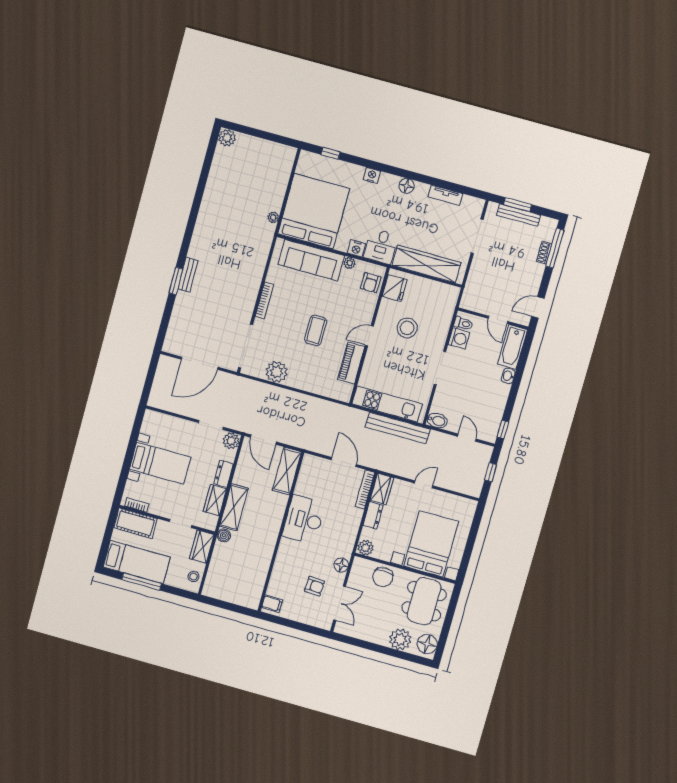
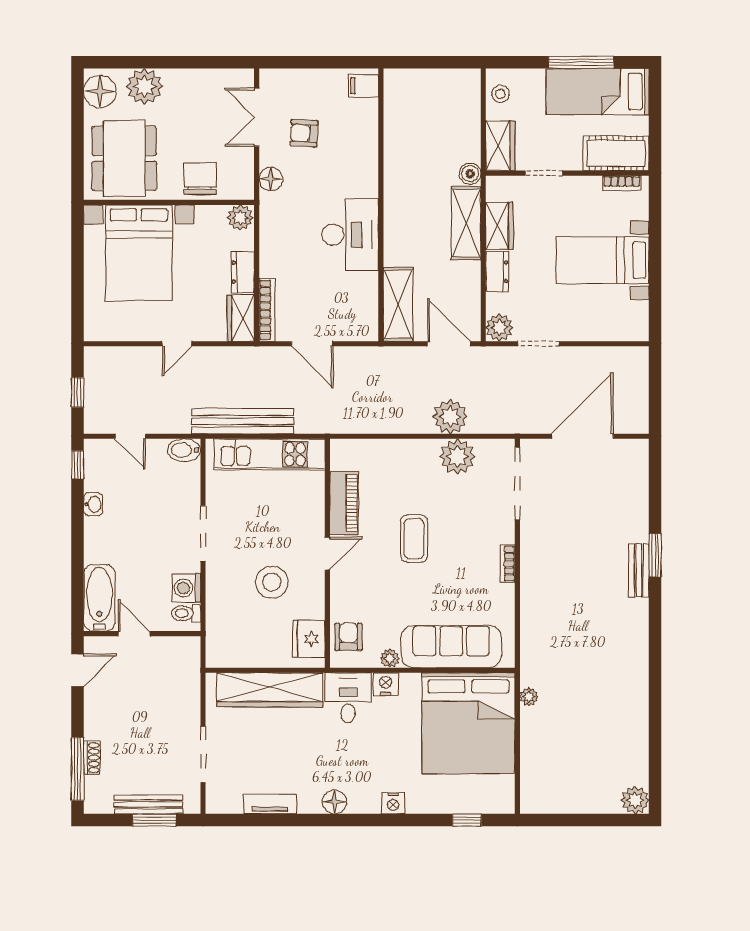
bookcase: (264, 300) -> (508, 563), width x0.64
washbasin: (508, 376) -> (93, 504), moved
plant: (274, 397) -> (450, 417), added

